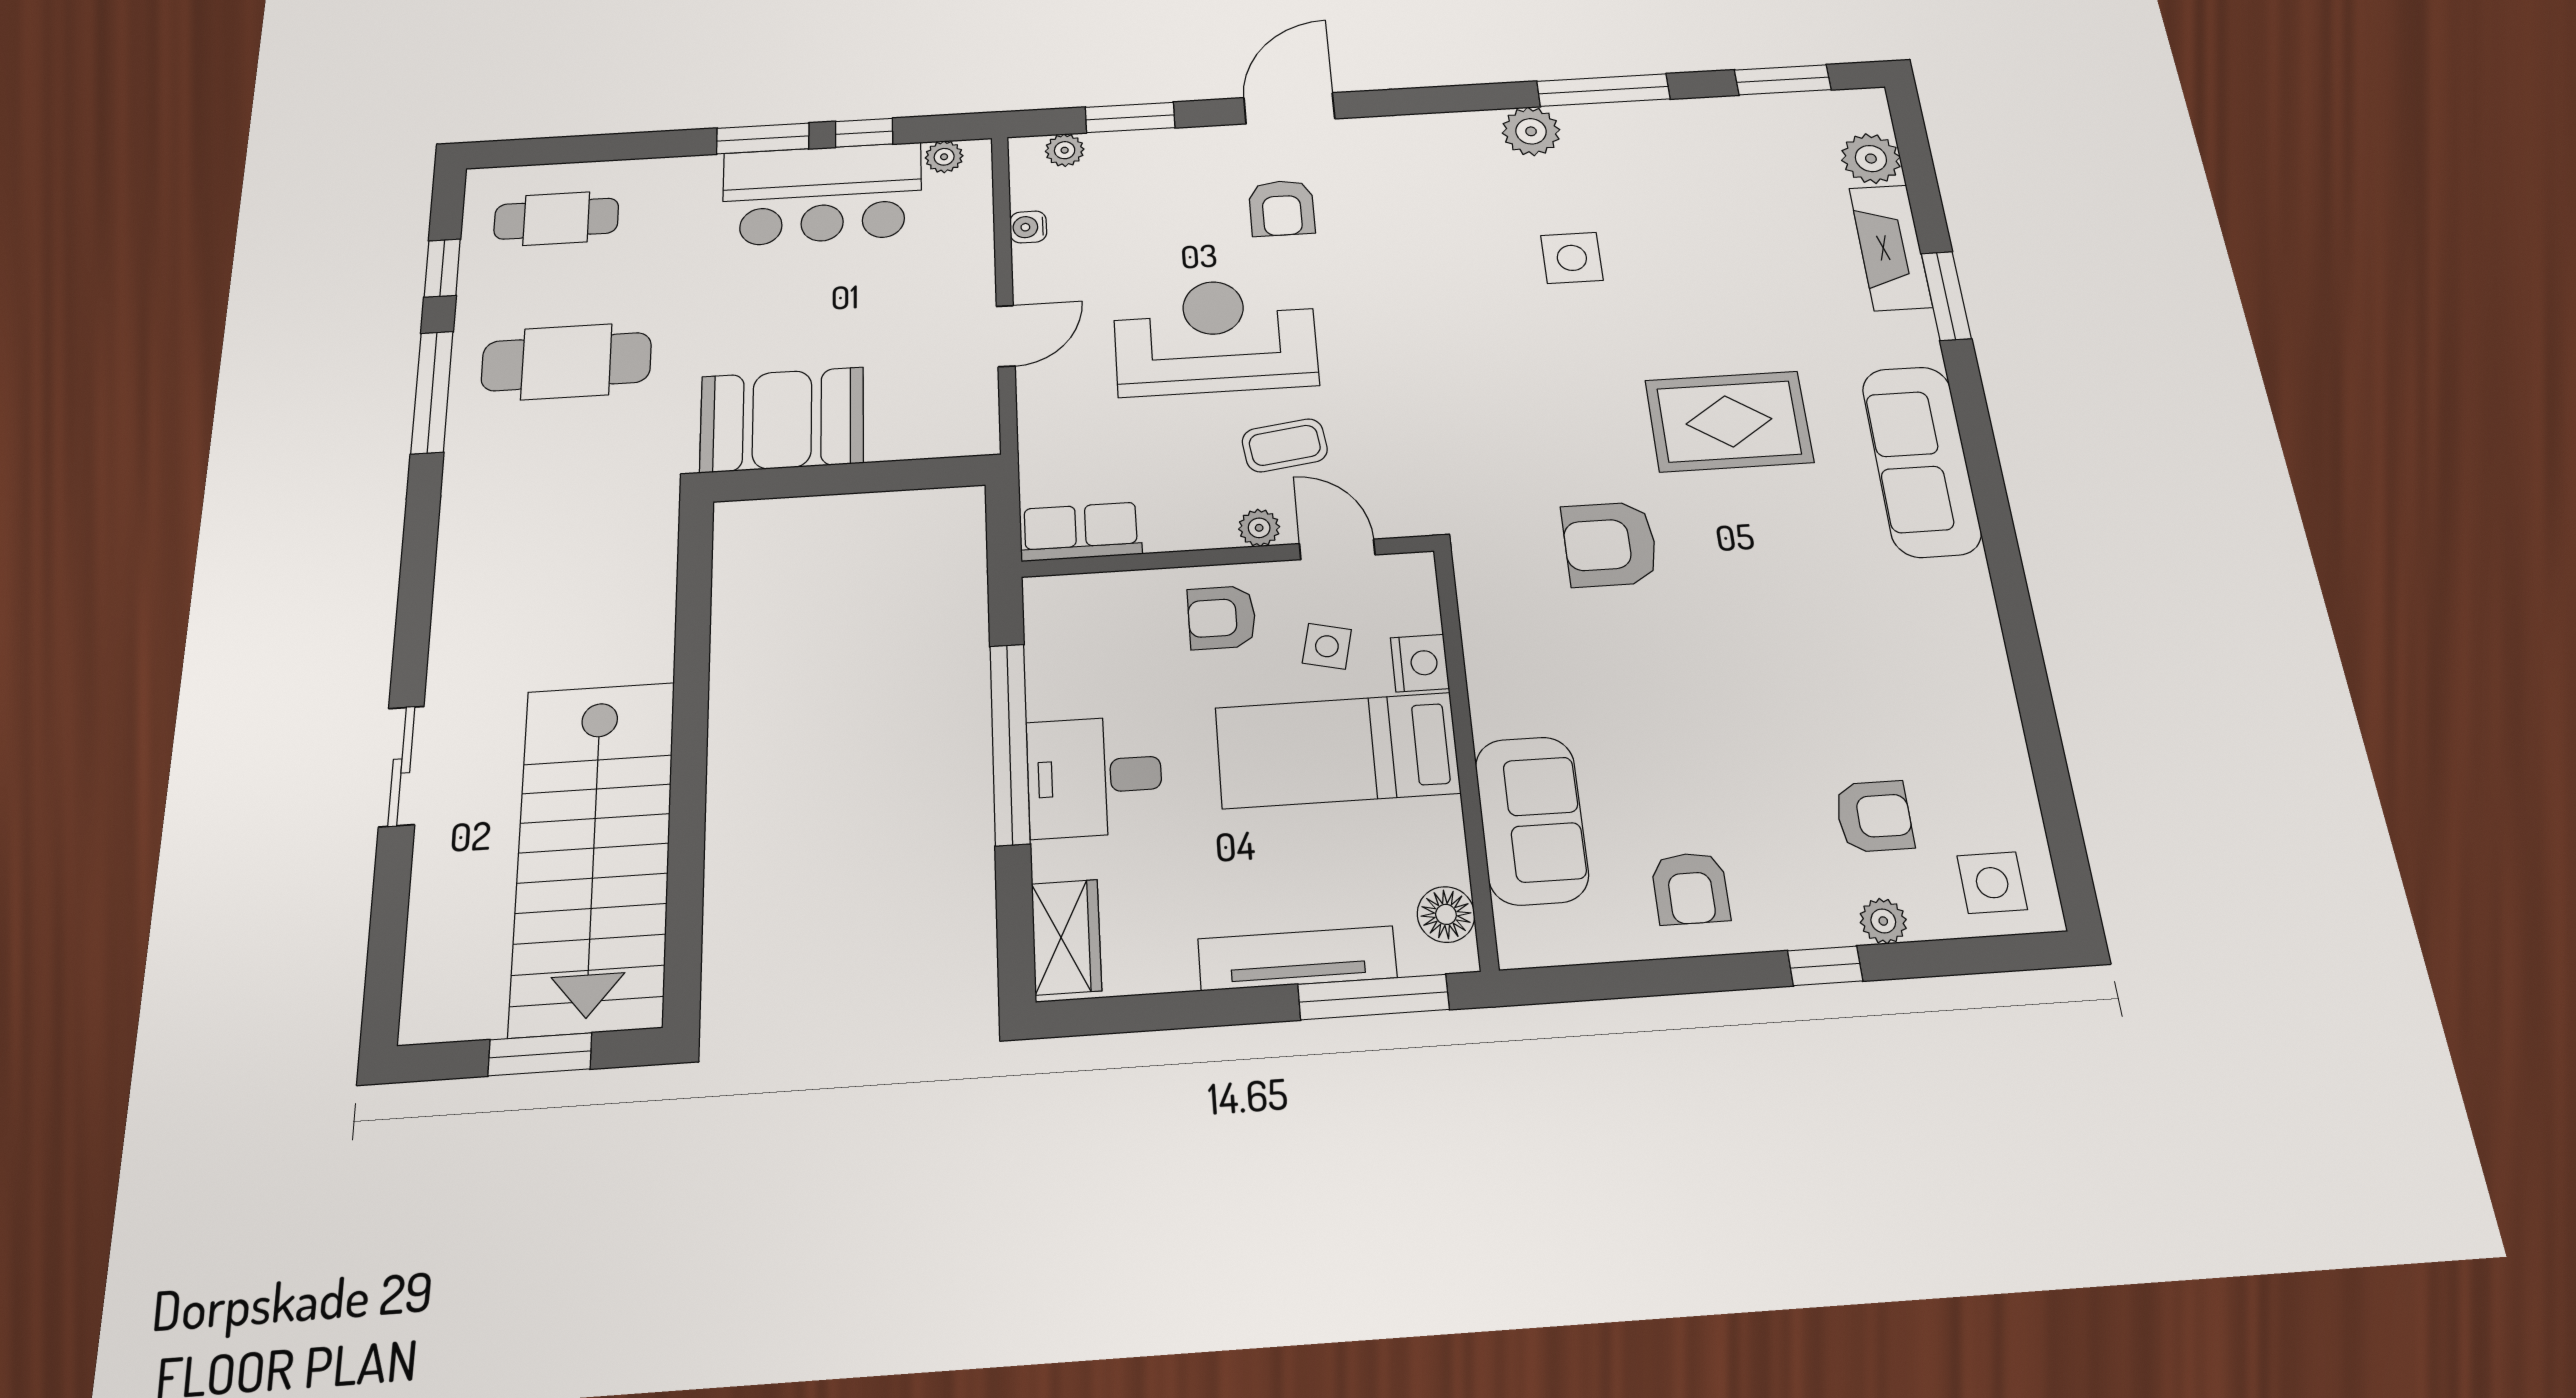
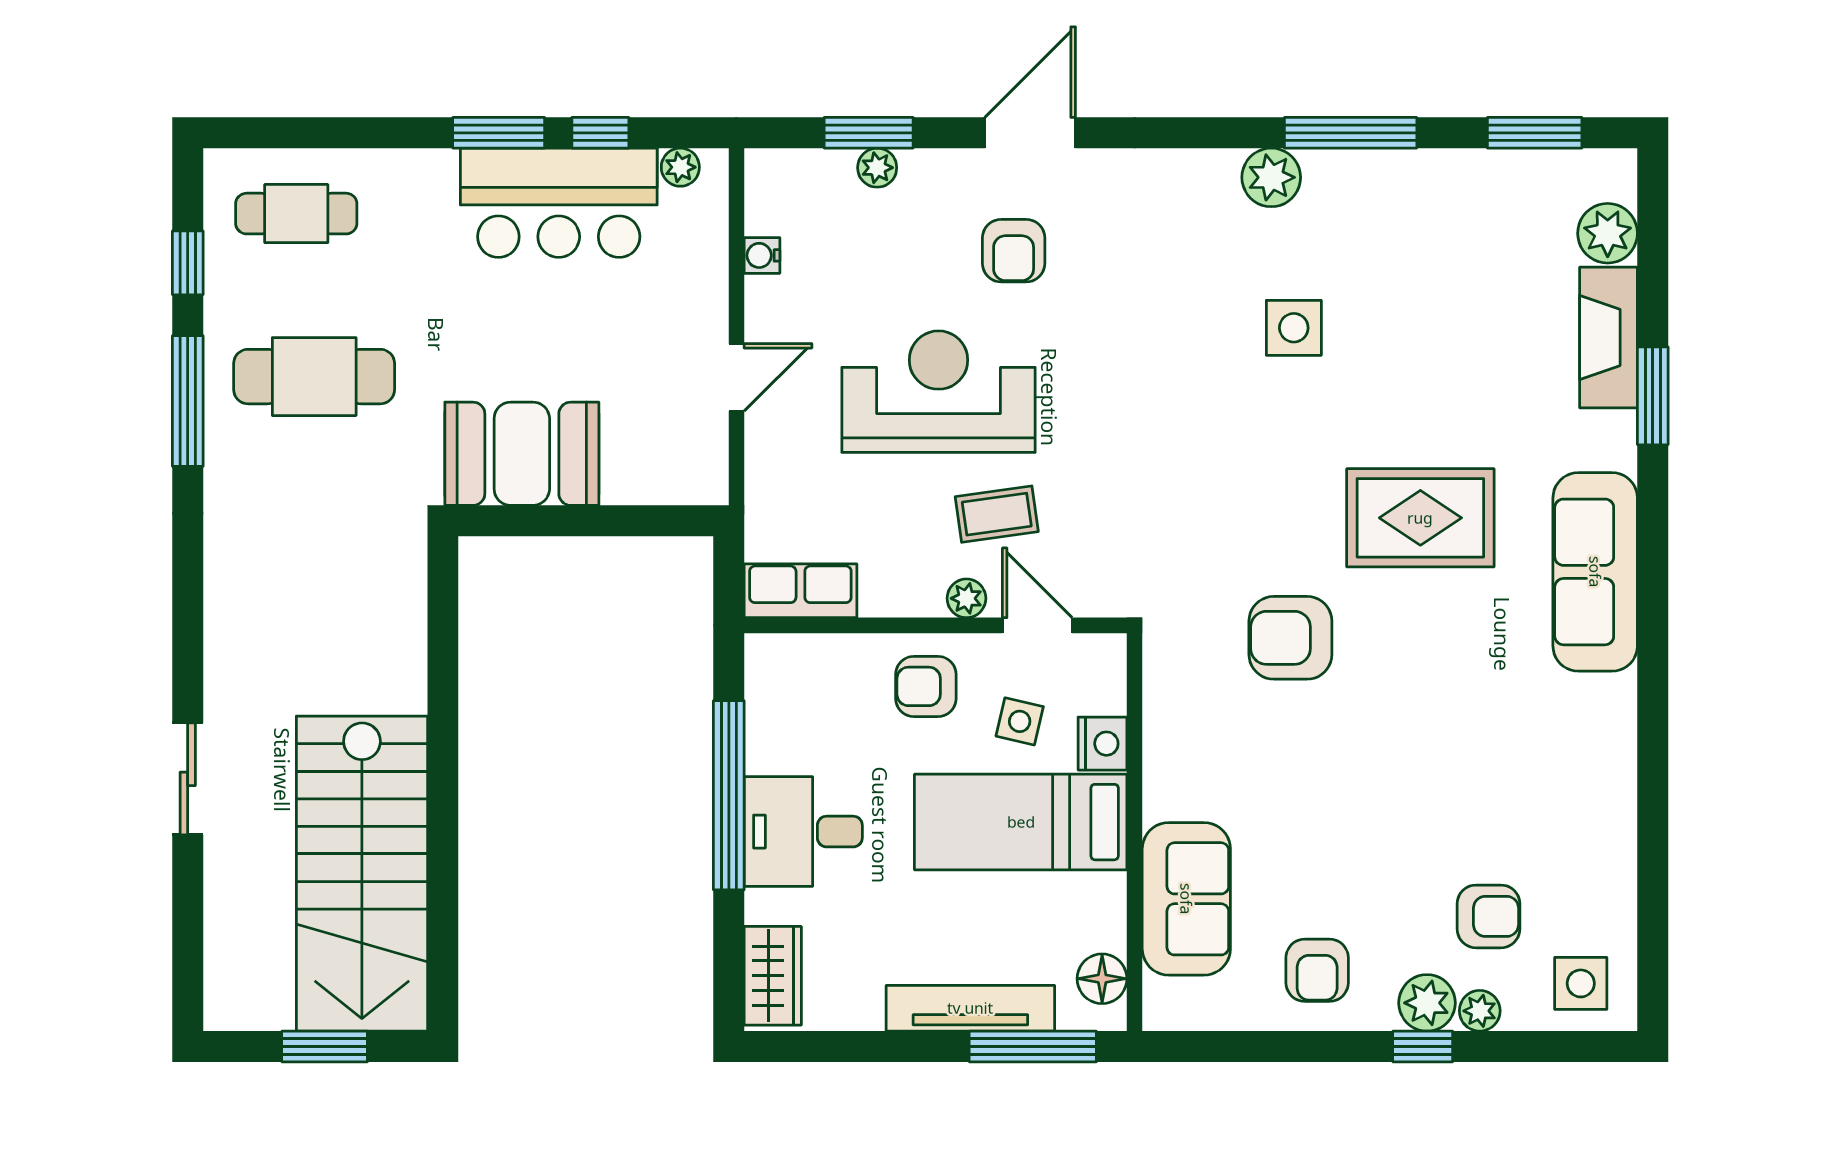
plant: (1065, 150) -> (877, 168), moved
plant: (1821, 916) -> (1427, 1003), added

